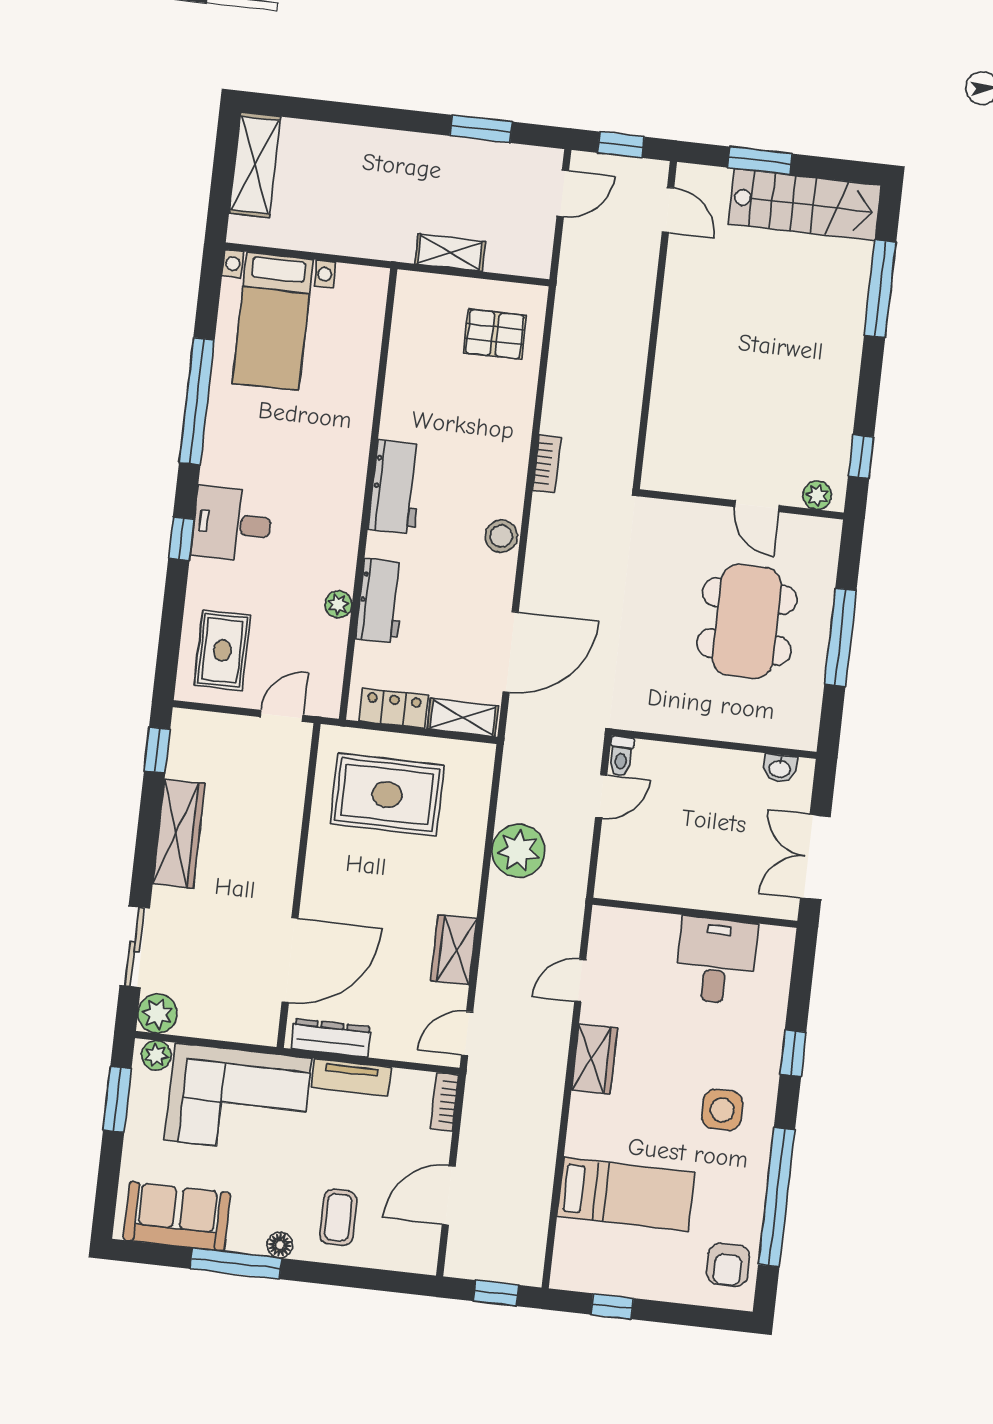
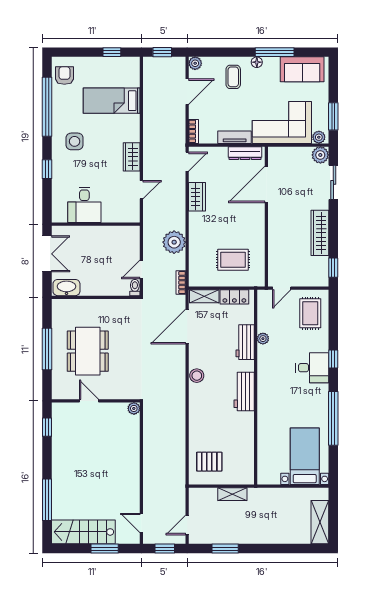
bookcase: (547, 464) -> (181, 283), moved
plant: (817, 495) -> (134, 408), moved
washbasin: (780, 768) -> (66, 288), width x1.91, depth x1.45
rug: (387, 795) -> (233, 260), width x0.73, depth x0.70
plant: (423, 1259) -> (195, 63), added

